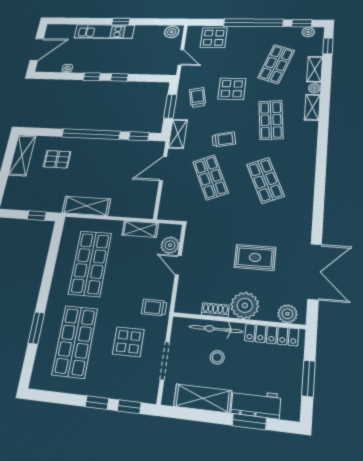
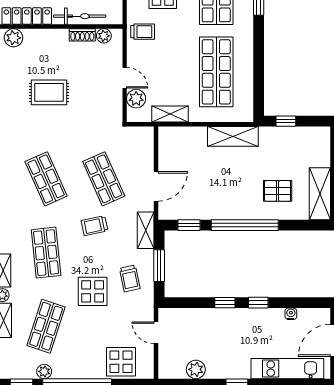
kitchen unit: (104, 32) -> (287, 369), moved
plant: (172, 32) -> (196, 369), moved
plant: (308, 32) -> (44, 371), moved
plant: (245, 305) -> (104, 36), moved, width x0.53, depth x0.53

